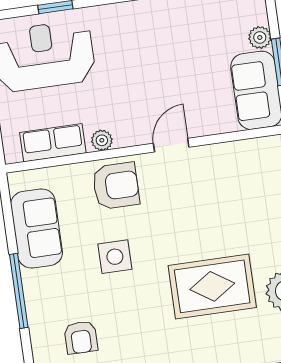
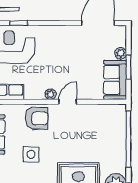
plant: (102, 140) -> (50, 94), moved

